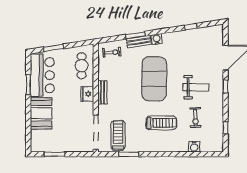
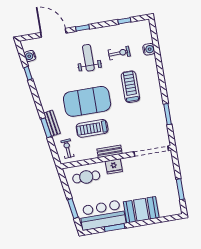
water cooler: (157, 39) -> (30, 56), moved
treadmill: (118, 135) -> (92, 128), moved

